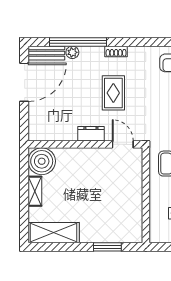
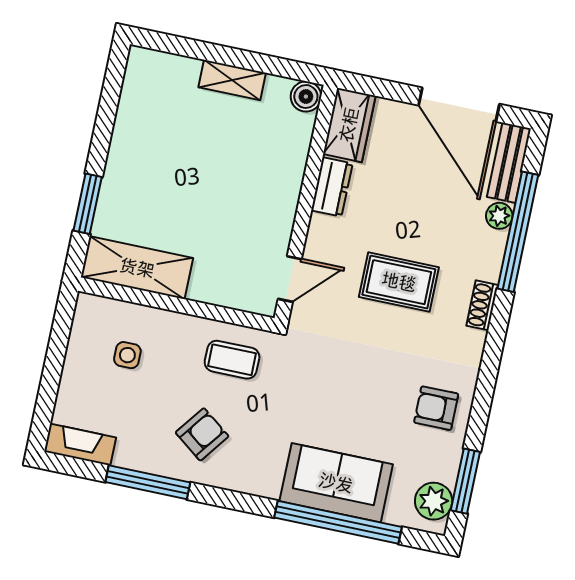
wardrobe: (44, 132) -> (349, 125), added
dresser: (91, 134) -> (332, 187), moved
boiler: (42, 161) -> (306, 97), width x0.54, depth x0.54
shelving: (54, 233) -> (137, 268), moved, turned 90

